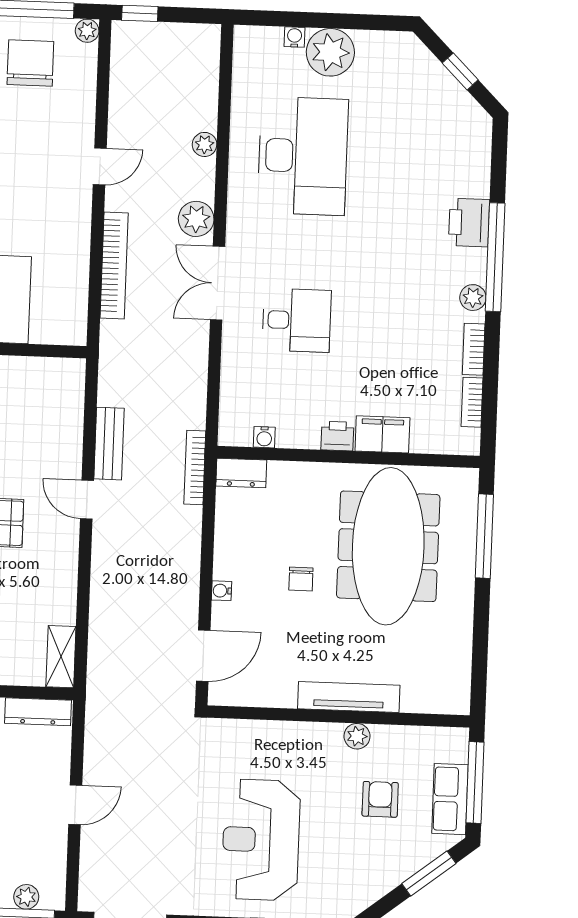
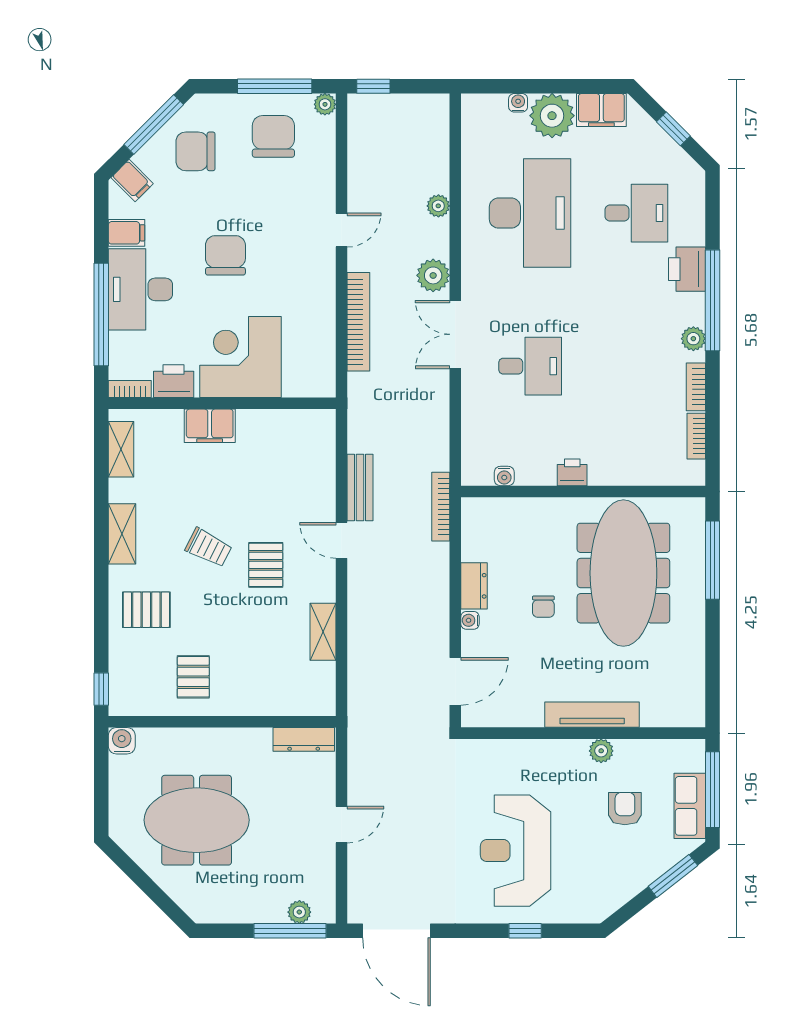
desk: (417, 160) -> (636, 213), added
filing cabinet: (382, 434) -> (601, 110), moved, turned 180
dresser: (241, 473) -> (474, 586), moved, turned -90
shelving: (61, 657) -> (323, 632), moved

